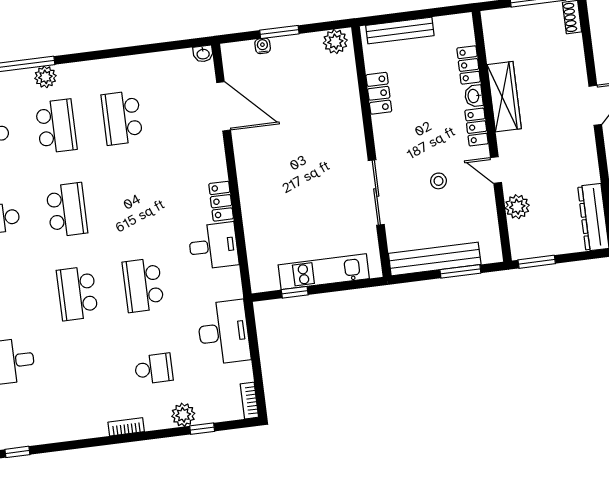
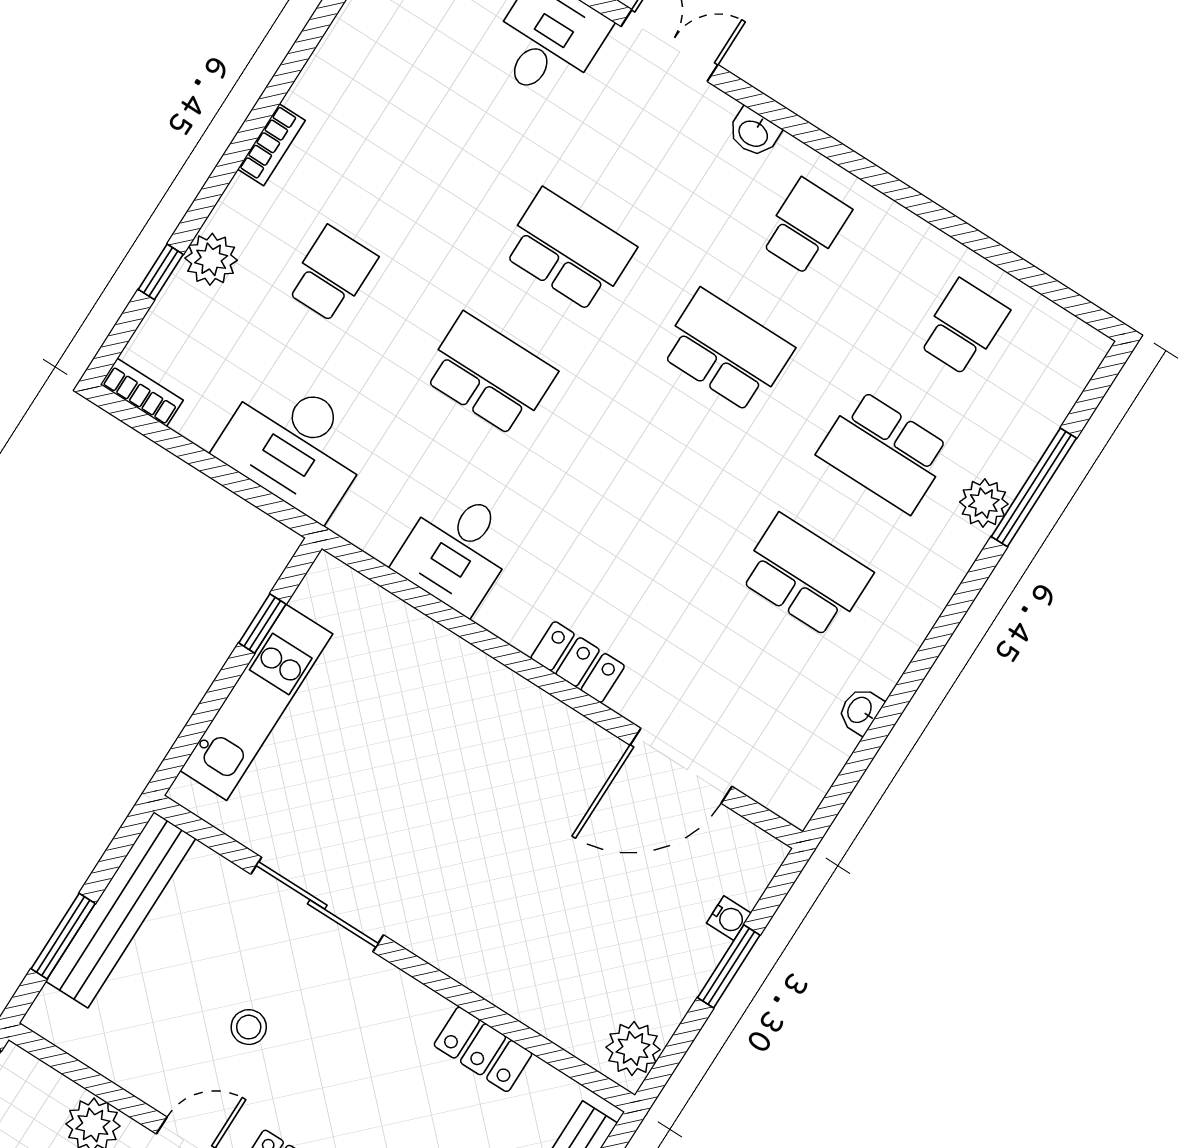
washbasin: (203, 54) -> (860, 710), moved
locker: (221, 201) -> (578, 662), moved
school desk: (67, 210) -> (727, 351), turned 180
school desk: (154, 369) -> (332, 274), turned 180

